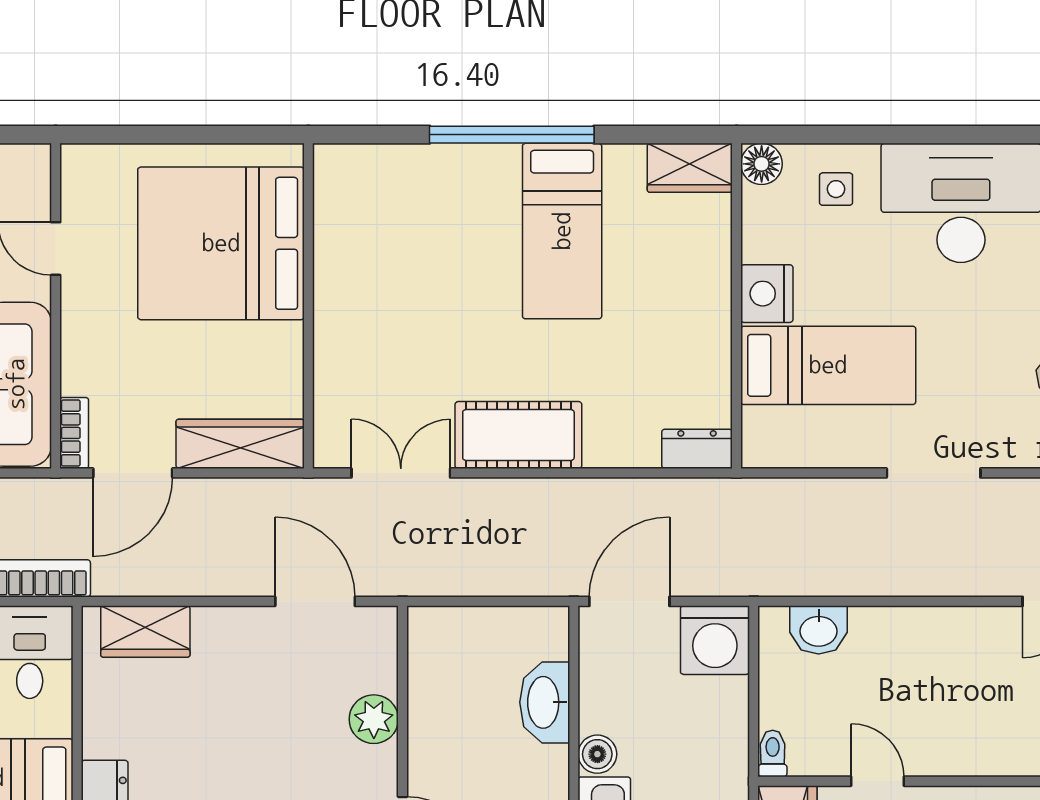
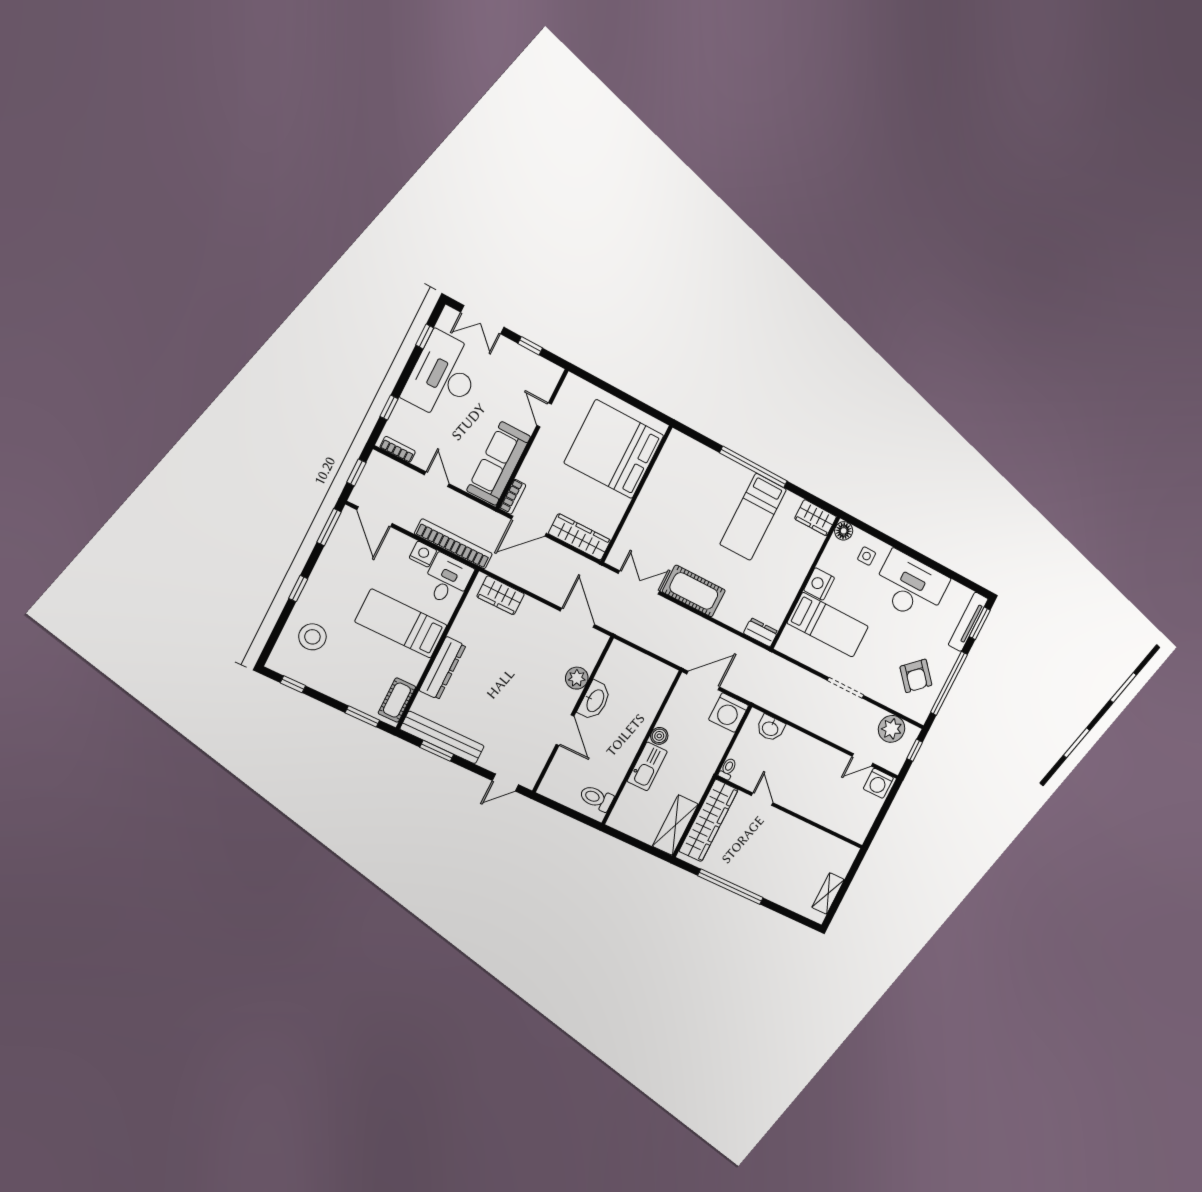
washbasin: (545, 702) -> (595, 700), moved, turned 180

